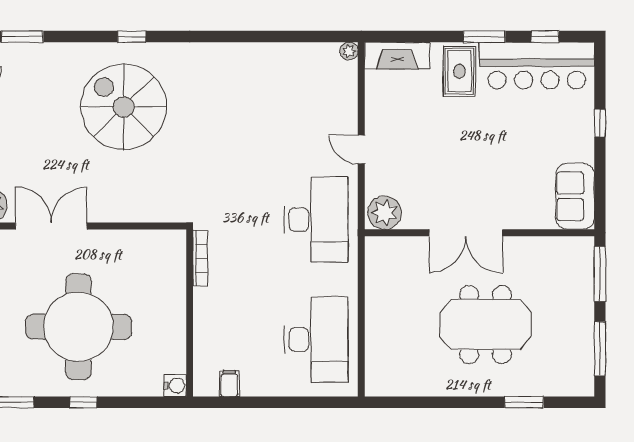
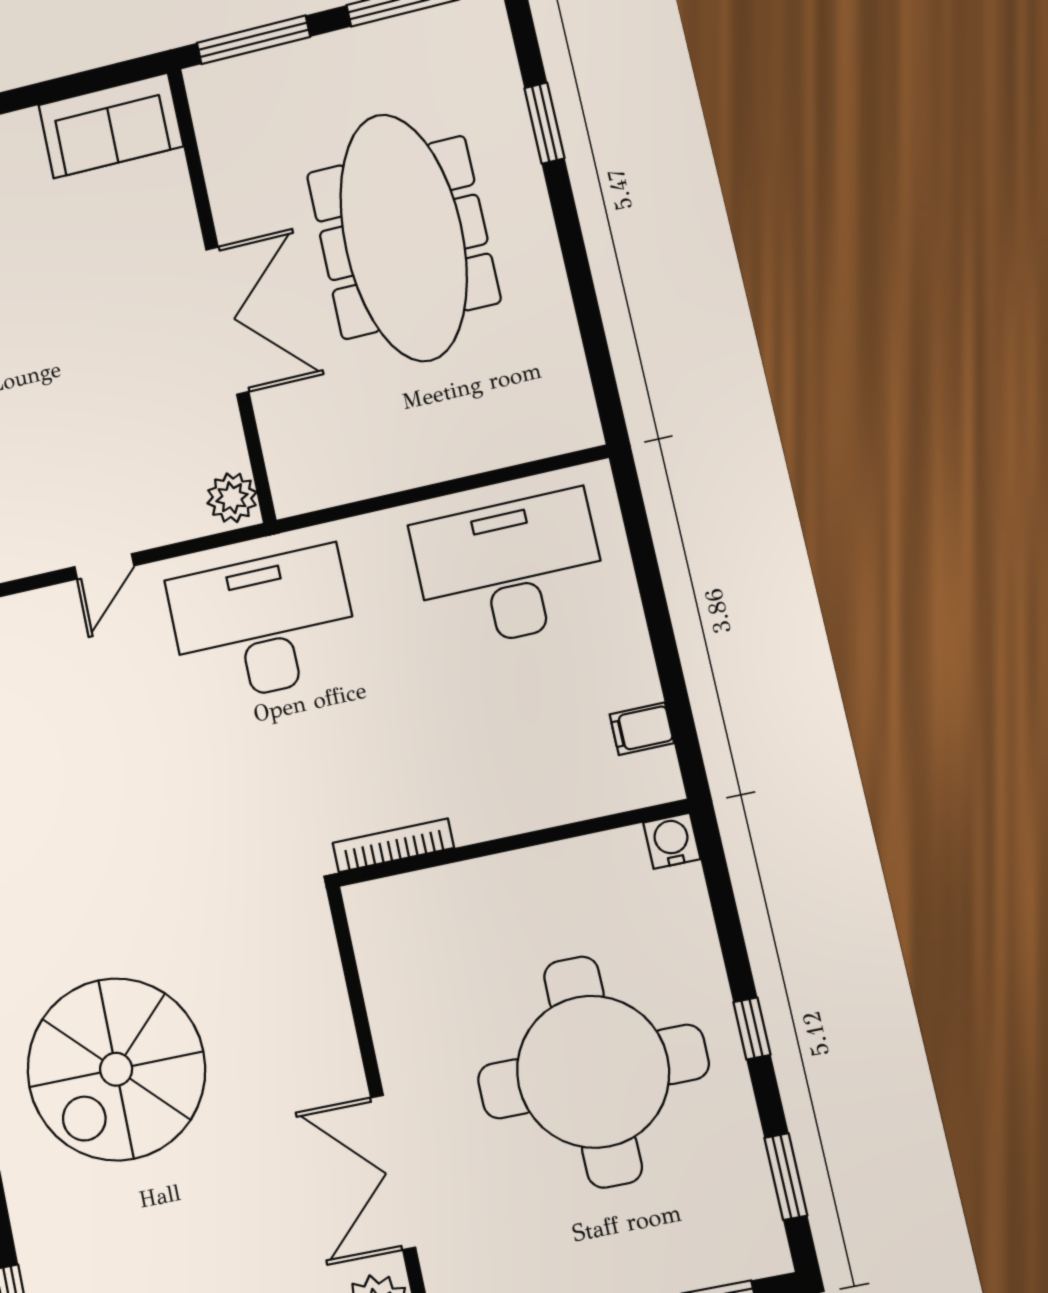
plant: (385, 213) -> (232, 498), width x0.73, depth x0.73
meeting table: (486, 324) -> (403, 237), width x1.36

